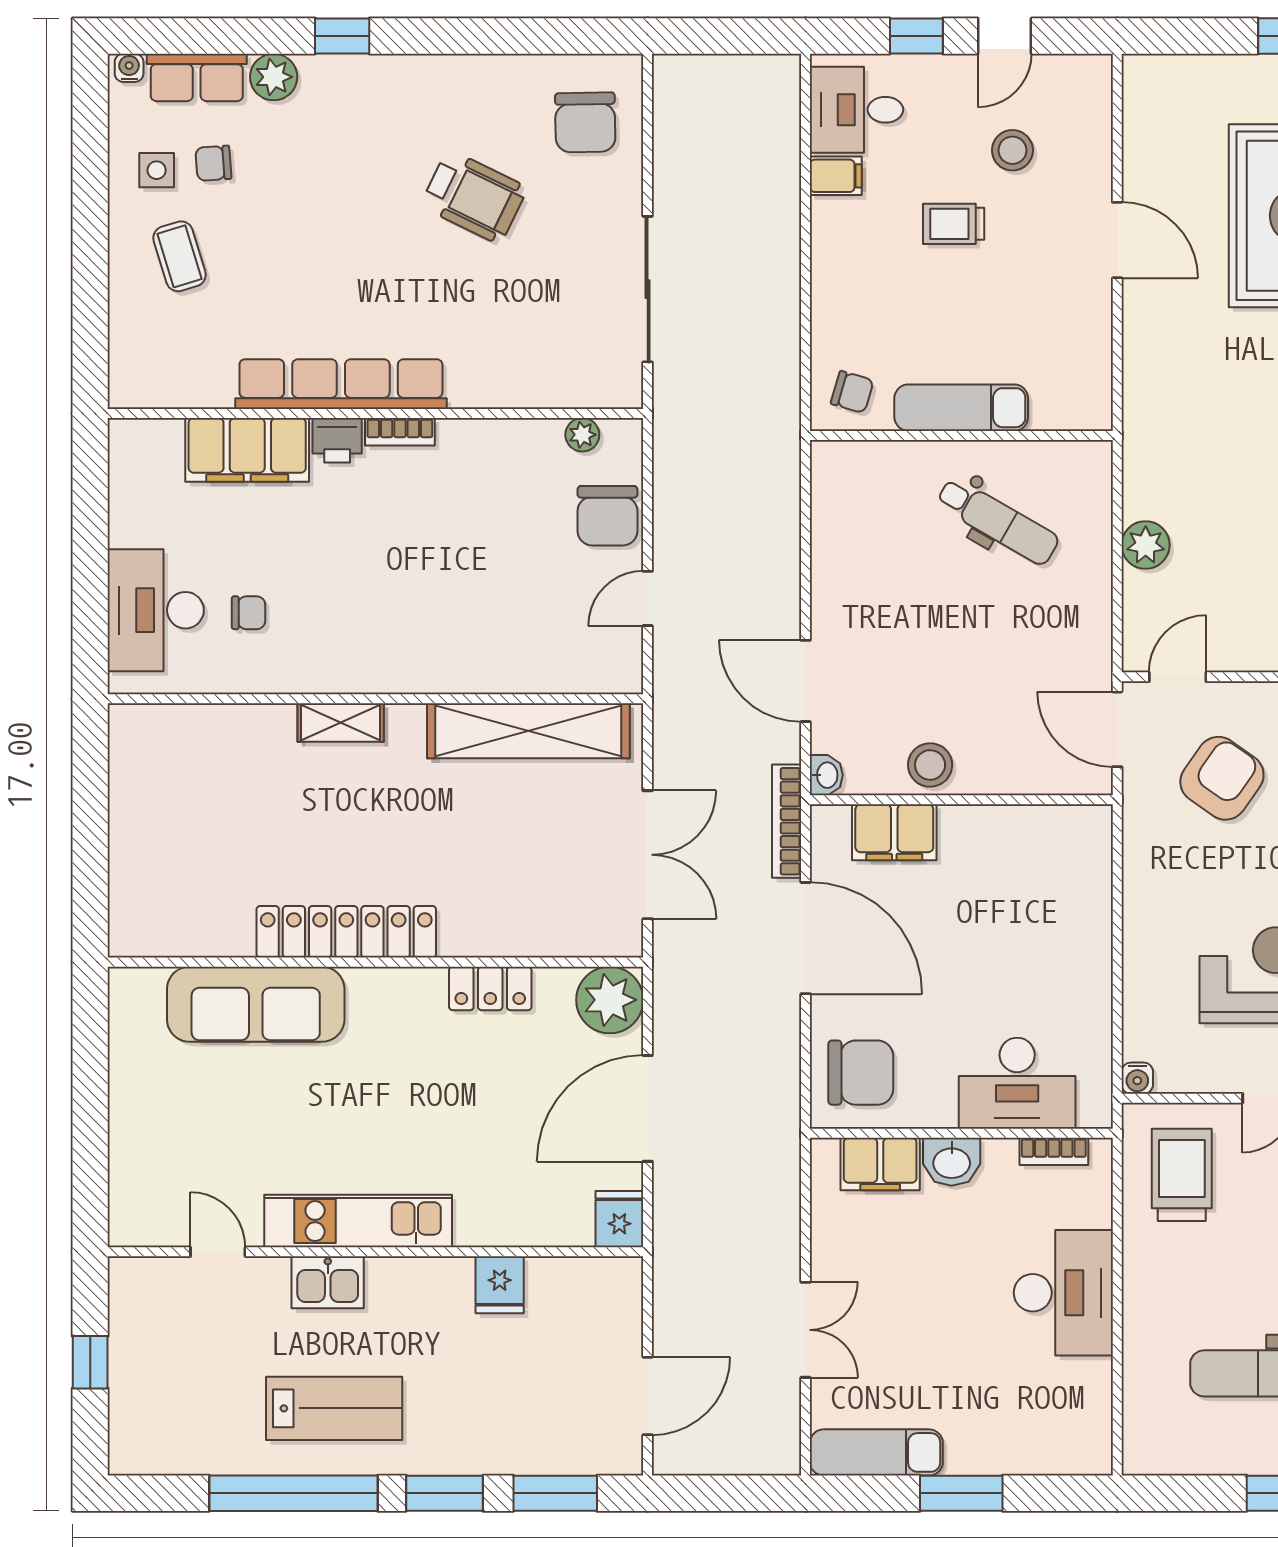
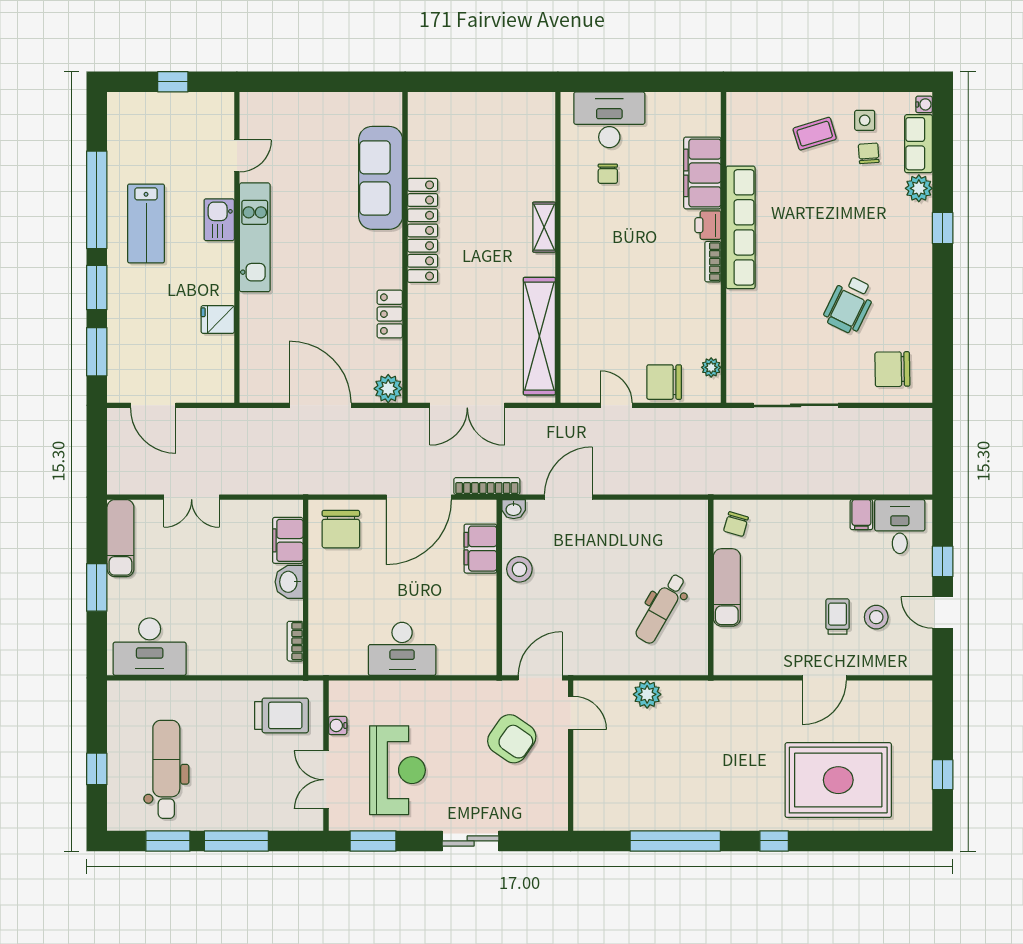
trolley: (954, 224) -> (838, 617), moved
plant: (610, 1000) -> (388, 389), width x0.73, depth x0.73
water cooler: (1137, 1078) -> (338, 725), moved
desk: (1017, 1083) -> (402, 649), moved, turned -90
fridge: (619, 1219) -> (256, 389), removed
desk: (1063, 1293) -> (150, 647), moved

